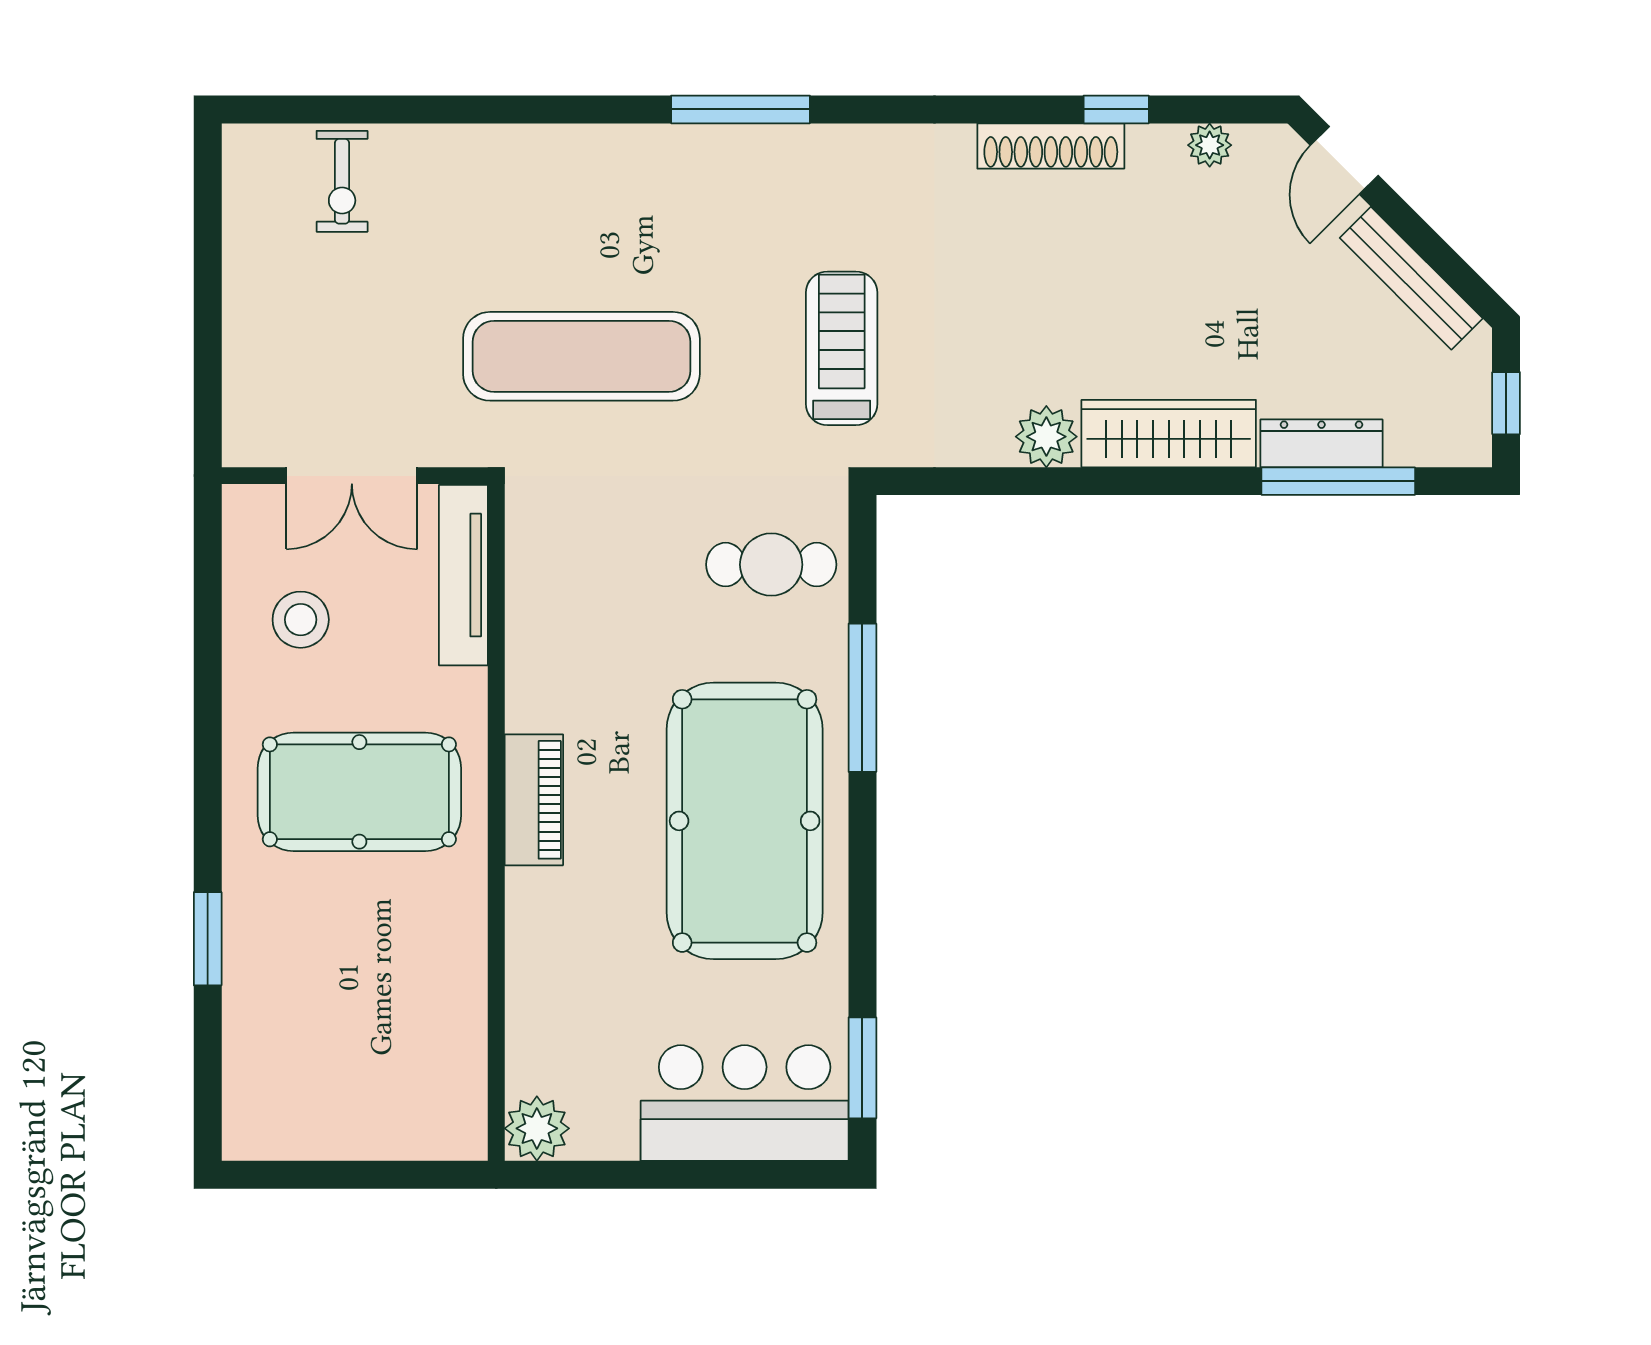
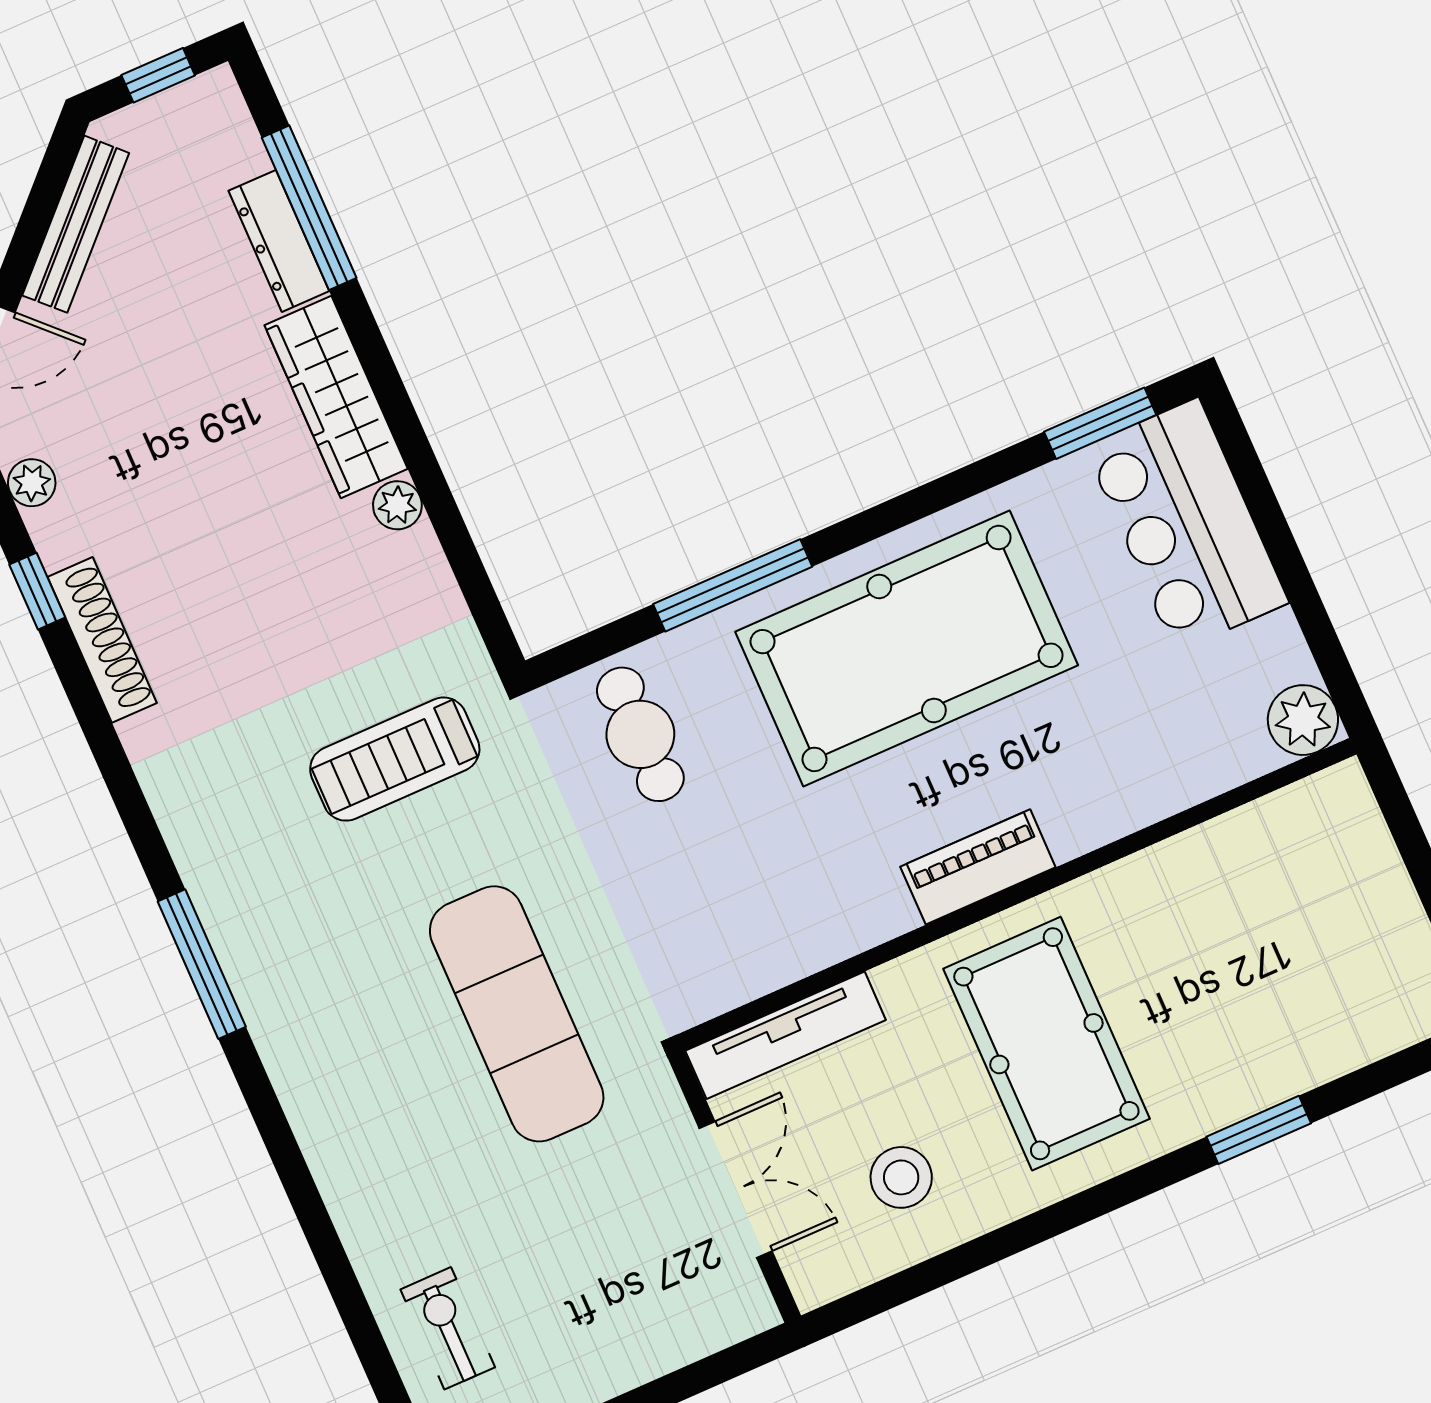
exercise bike: (342, 181) -> (448, 1328), turned -90
plant: (1046, 437) -> (397, 505), width x0.73, depth x0.73

